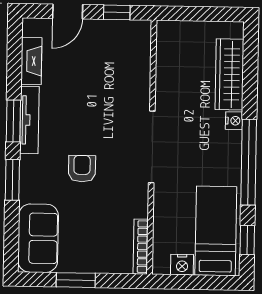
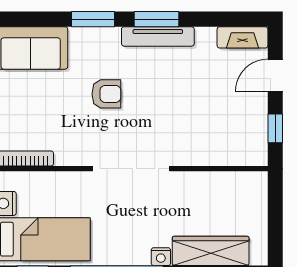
door: (68, 12) -> (275, 75), hinge flipped
fireplace: (31, 61) -> (242, 37), moved

